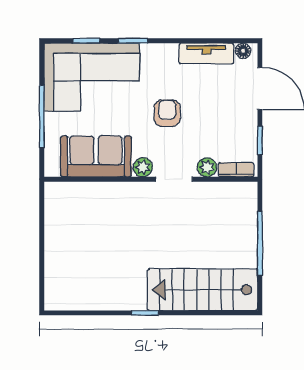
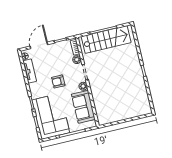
stairs: (203, 290) -> (106, 39), moved, turned -90

